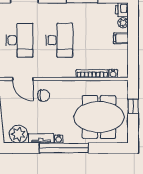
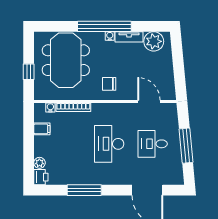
filing cabinet: (121, 38) -> (42, 129), moved
desk: (19, 40) -> (153, 144), width x0.73
chair: (44, 96) -> (109, 84), moved
meeting table: (99, 117) -> (66, 60), turned 90

